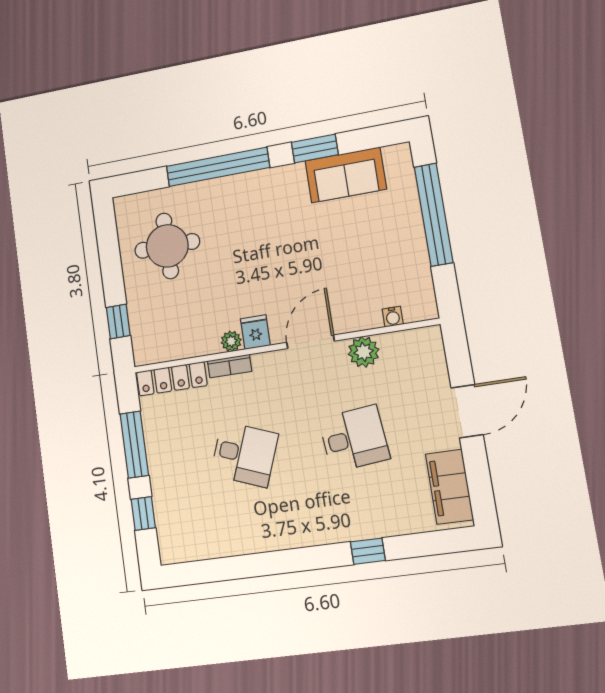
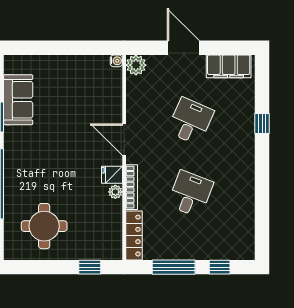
window: (434, 215) -> (55, 48), removed
water cooler: (393, 317) -> (116, 61), moved
plant: (364, 352) -> (136, 65), moved
bookcase: (230, 366) -> (132, 187), width x1.56
desk: (354, 439) -> (190, 121), turned 30

